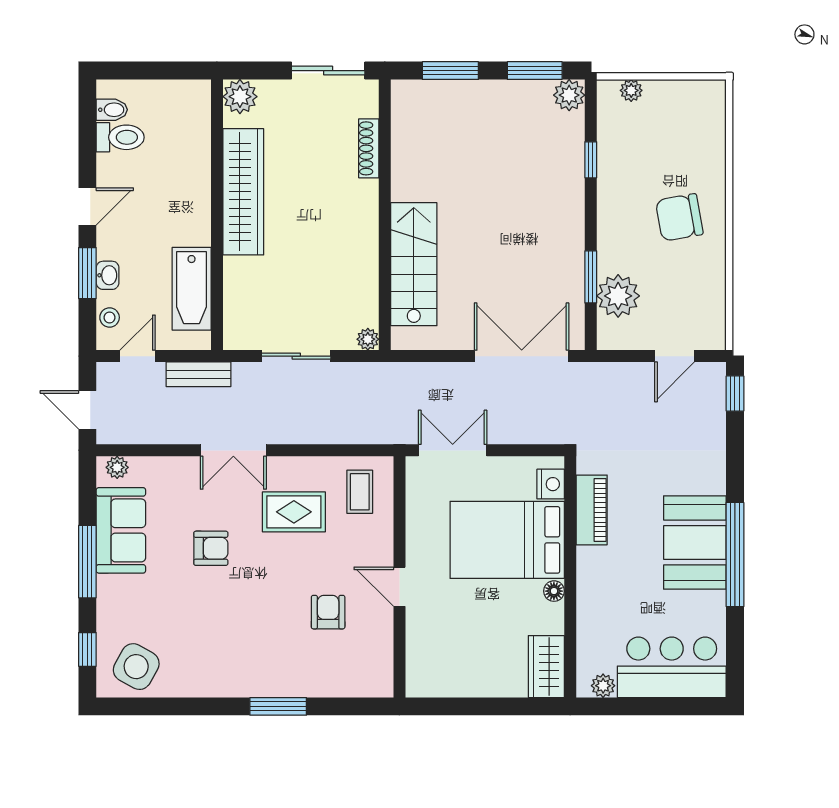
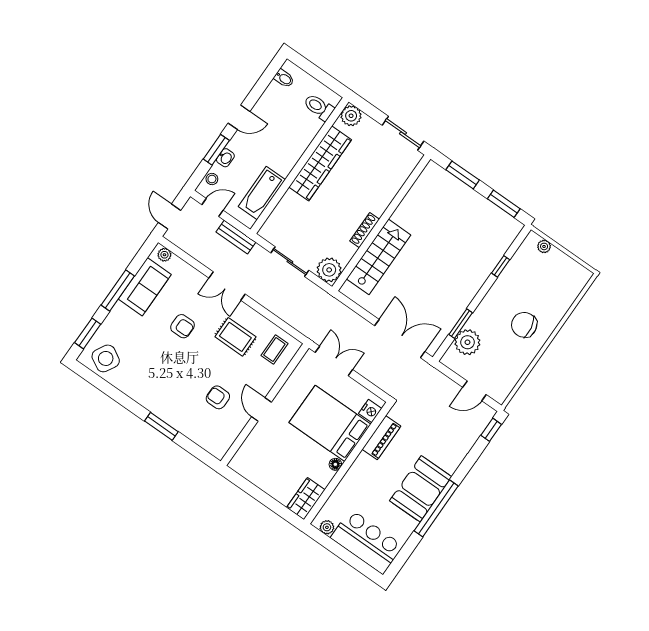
plant: (569, 95) -> (512, 228), removed
toilet: (120, 137) -> (319, 107), moved, turned 180
shoe rack: (369, 148) -> (365, 230), moved
plant: (368, 339) -> (329, 270), width x1.88, depth x1.88
armchair: (328, 612) -> (218, 397), turned -90
window: (87, 649) -> (88, 333), width x1.50

